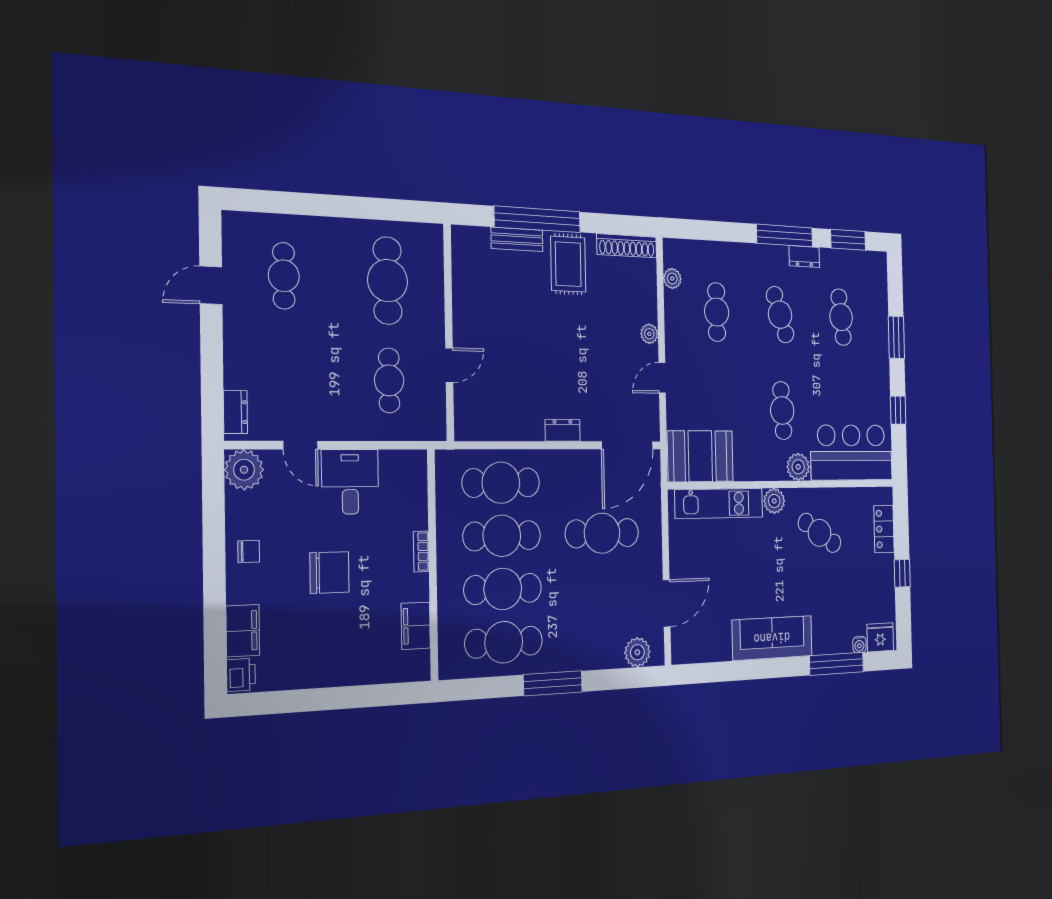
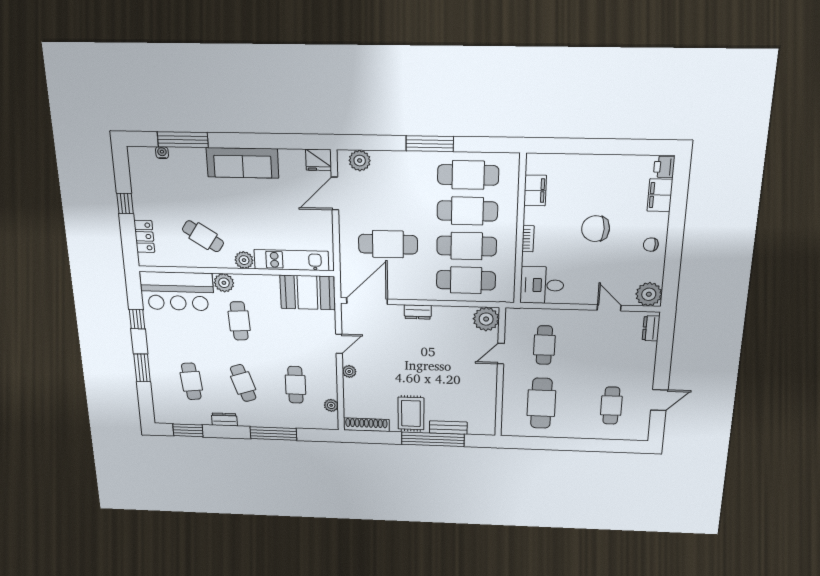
window: (785, 236) -> (273, 434), moved
plant: (472, 422) -> (486, 319), added
desk: (350, 482) -> (542, 285), moved, turned 90
fridge: (880, 637) -> (319, 160), moved

